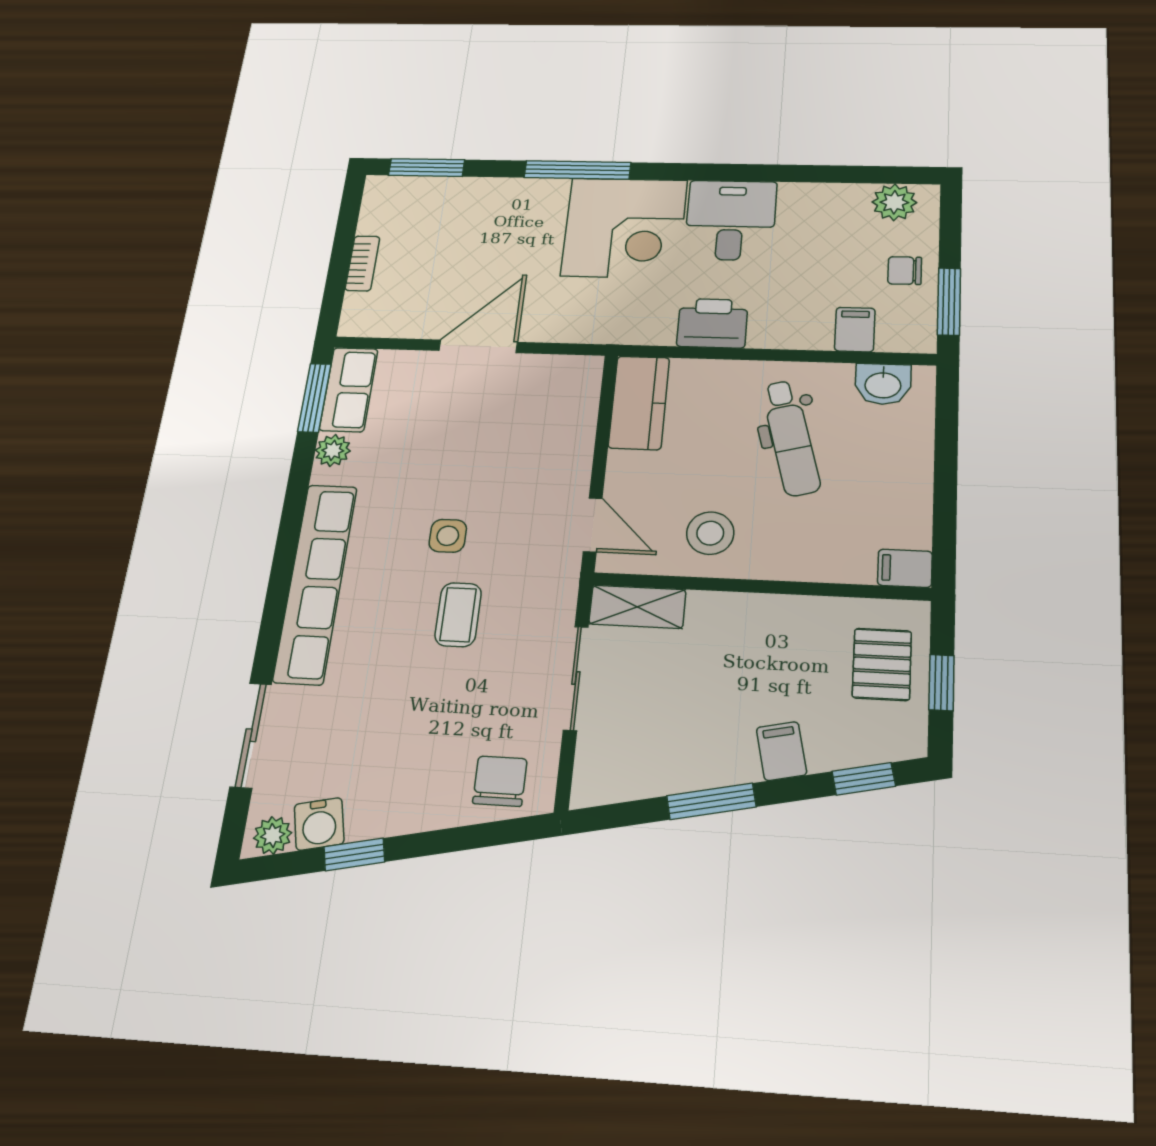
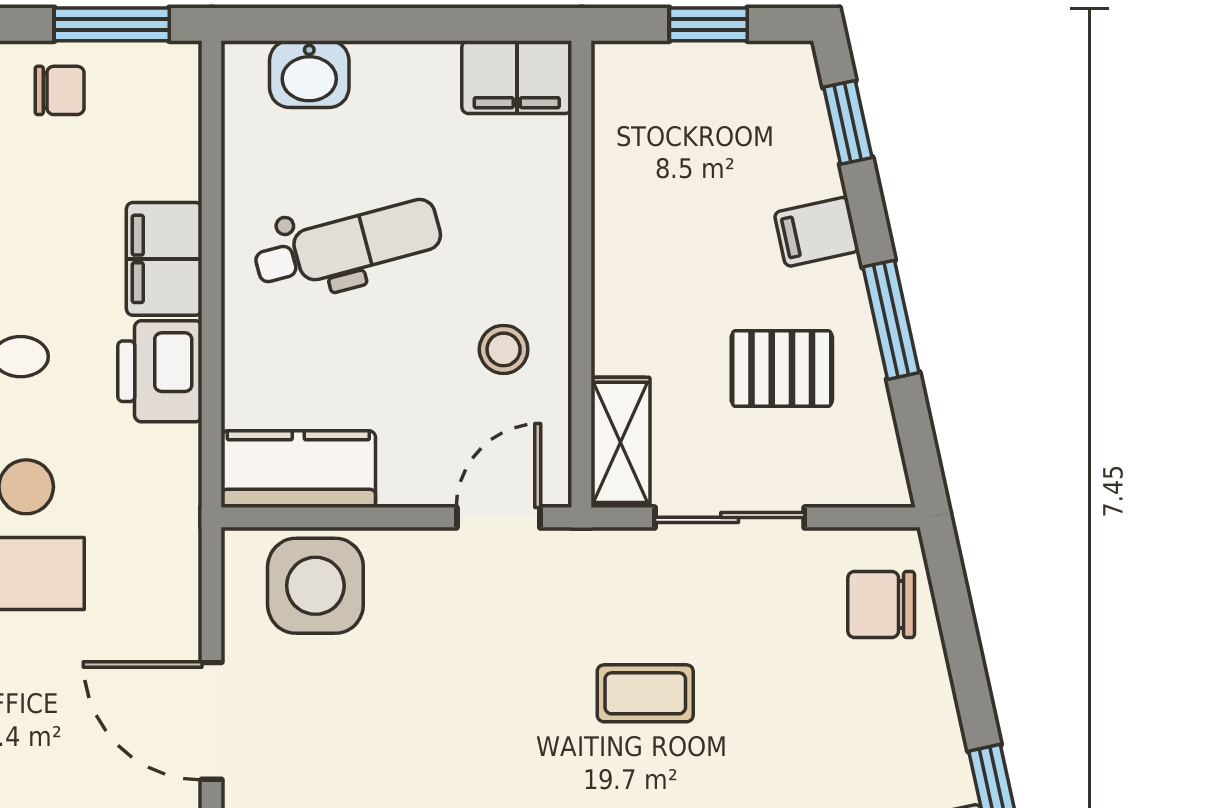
chair: (905, 271) -> (60, 90), turned -90
filing cabinet: (855, 330) -> (164, 259), moved, width x2.00
washbasin: (883, 384) -> (309, 74), moved, turned 90
stool: (710, 533) -> (504, 349), width x0.73, depth x0.73
side table: (448, 536) -> (315, 586), moved, width x1.87, depth x1.87
filing cabinet: (905, 568) -> (517, 77), width x2.00
pallet: (882, 664) -> (782, 369), moved

